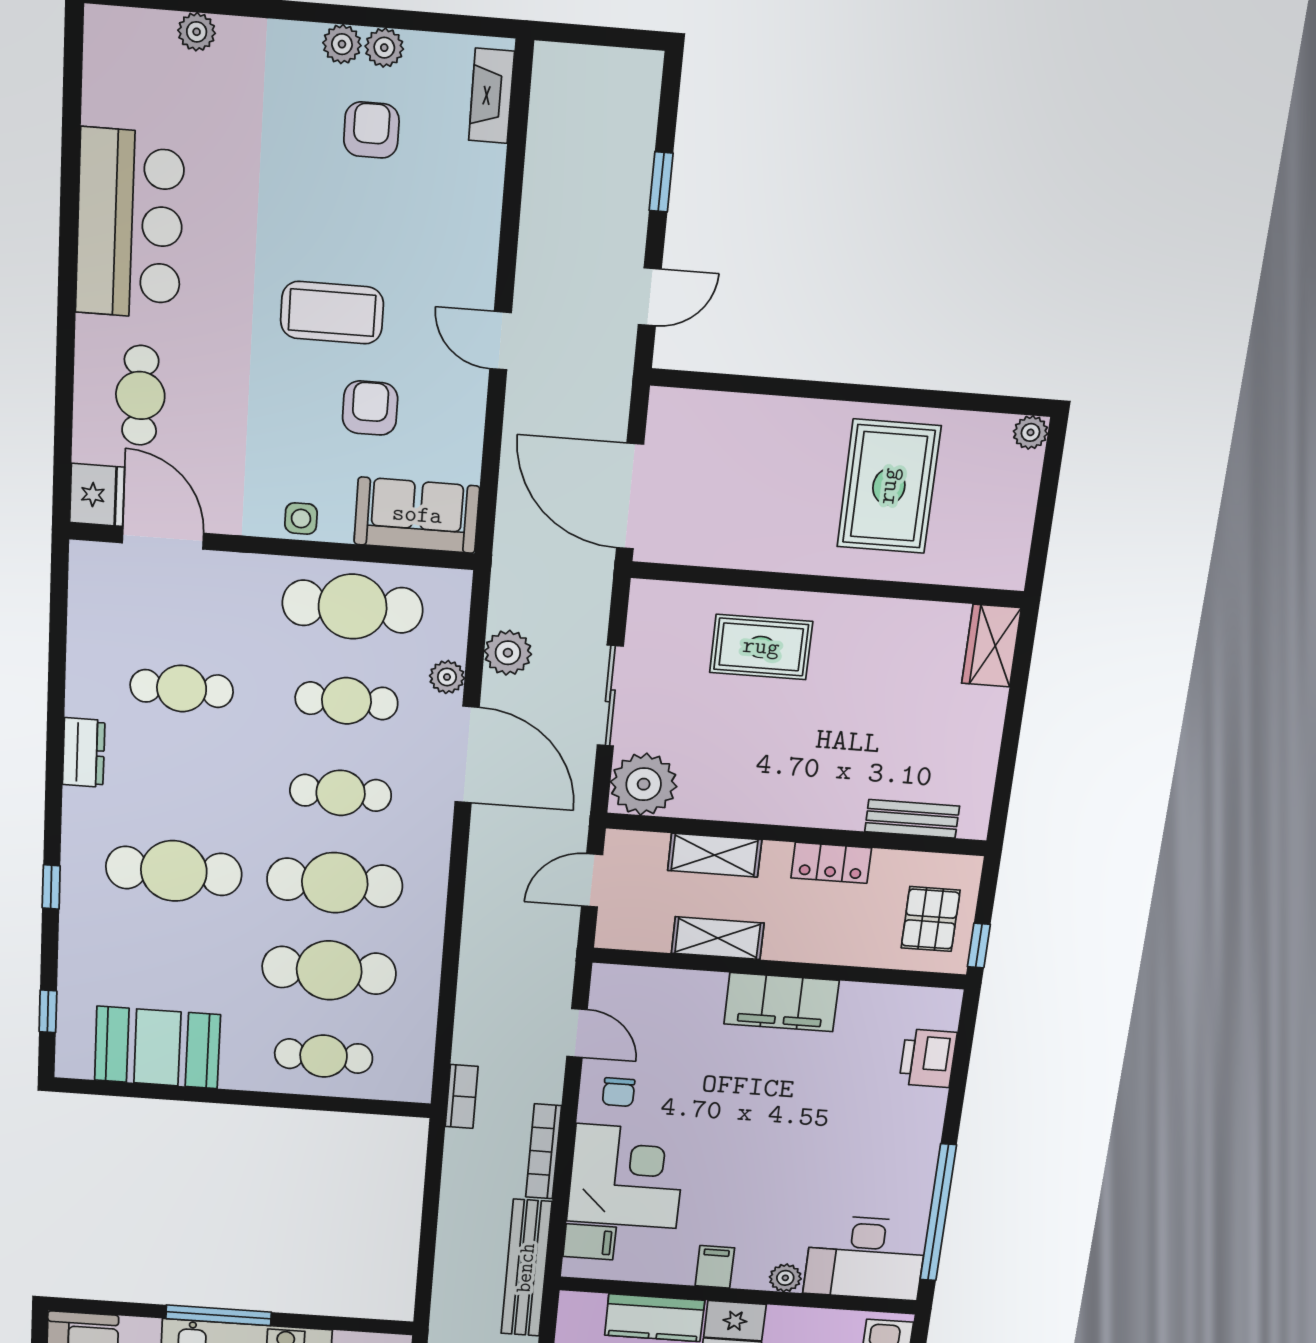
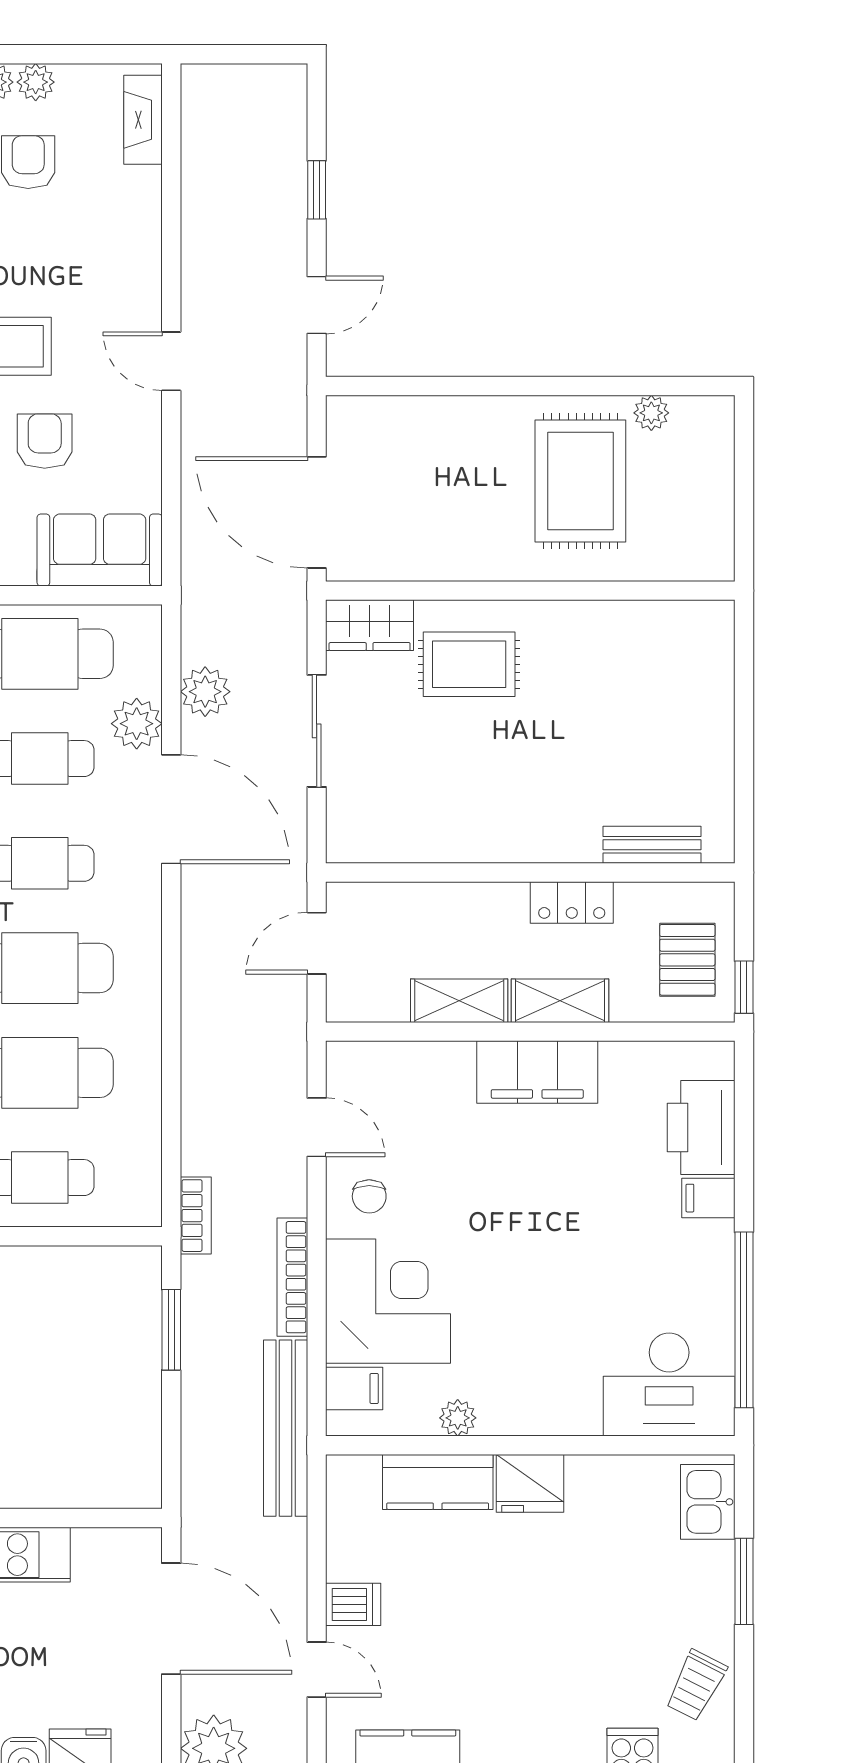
plant: (1031, 432) -> (651, 413), moved
wardrobe: (991, 646) -> (370, 625), moved, turned -90
plant: (447, 677) -> (137, 724), width x1.38, depth x1.38
plant: (644, 784) -> (361, 828), removed
shelving: (715, 855) -> (560, 1001), moved
printer: (928, 1058) -> (701, 1128), width x1.37, depth x1.19
window: (432, 1185) -> (171, 1330), added
filing cabinet: (715, 1267) -> (708, 1198), moved, turned -90
plant: (785, 1278) -> (458, 1418), moved

